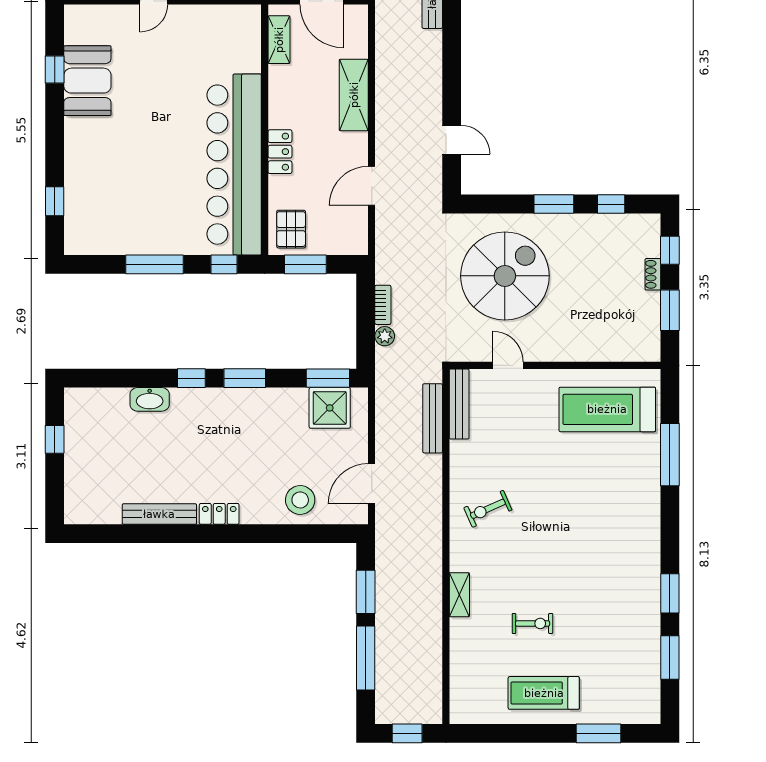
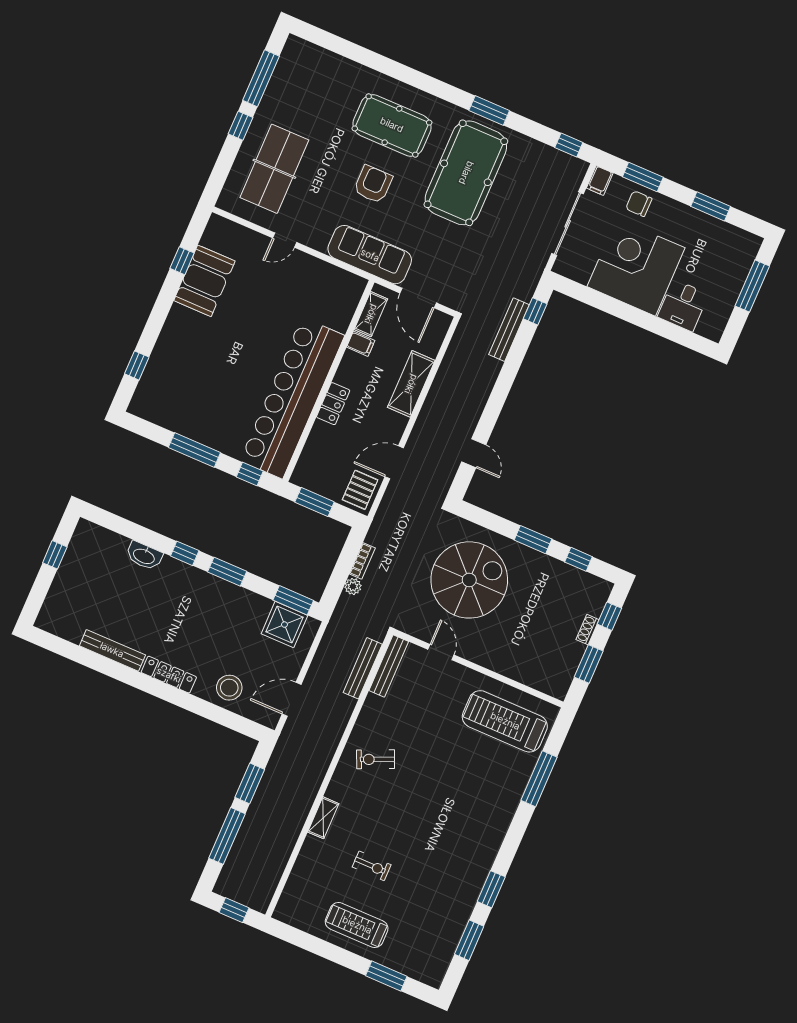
filing cabinet: (282, 76) -> (361, 344), added
pallet: (291, 229) -> (360, 490), moved
locker: (219, 514) -> (169, 675), width x1.53

